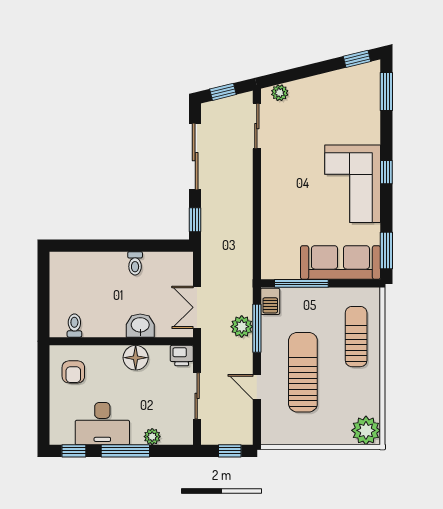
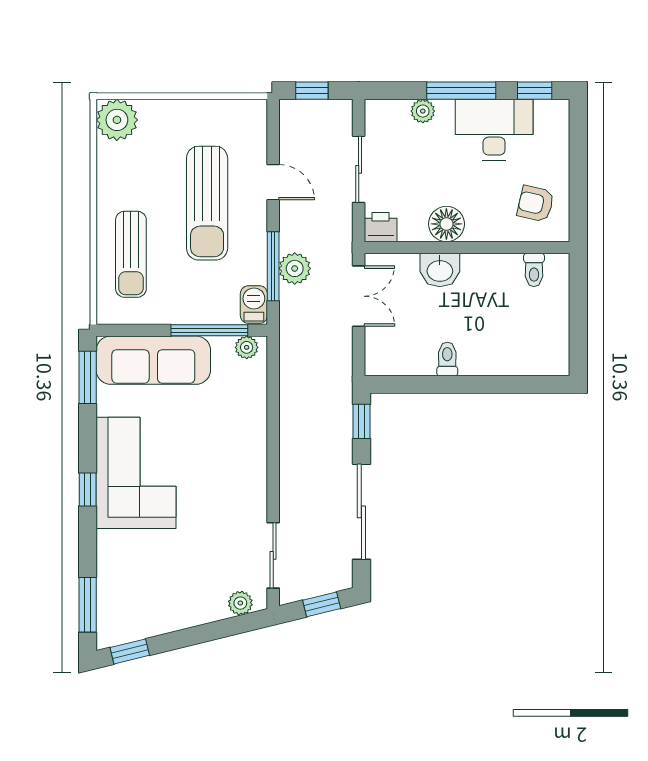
plant: (275, 271) -> (247, 347), added
armchair: (73, 372) -> (536, 204), turned -77

